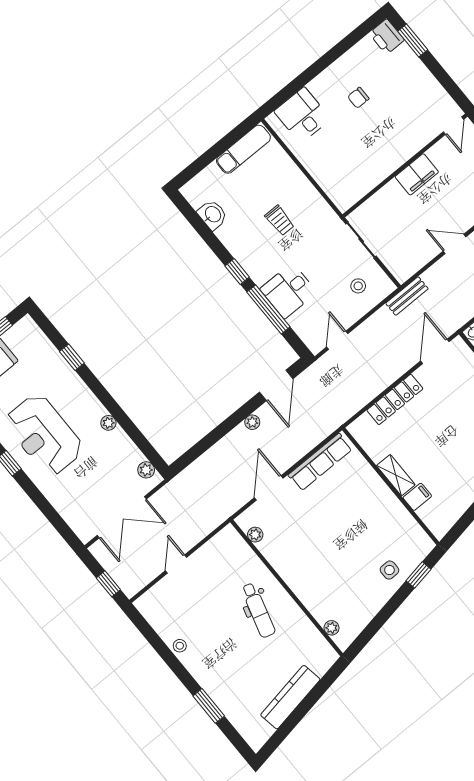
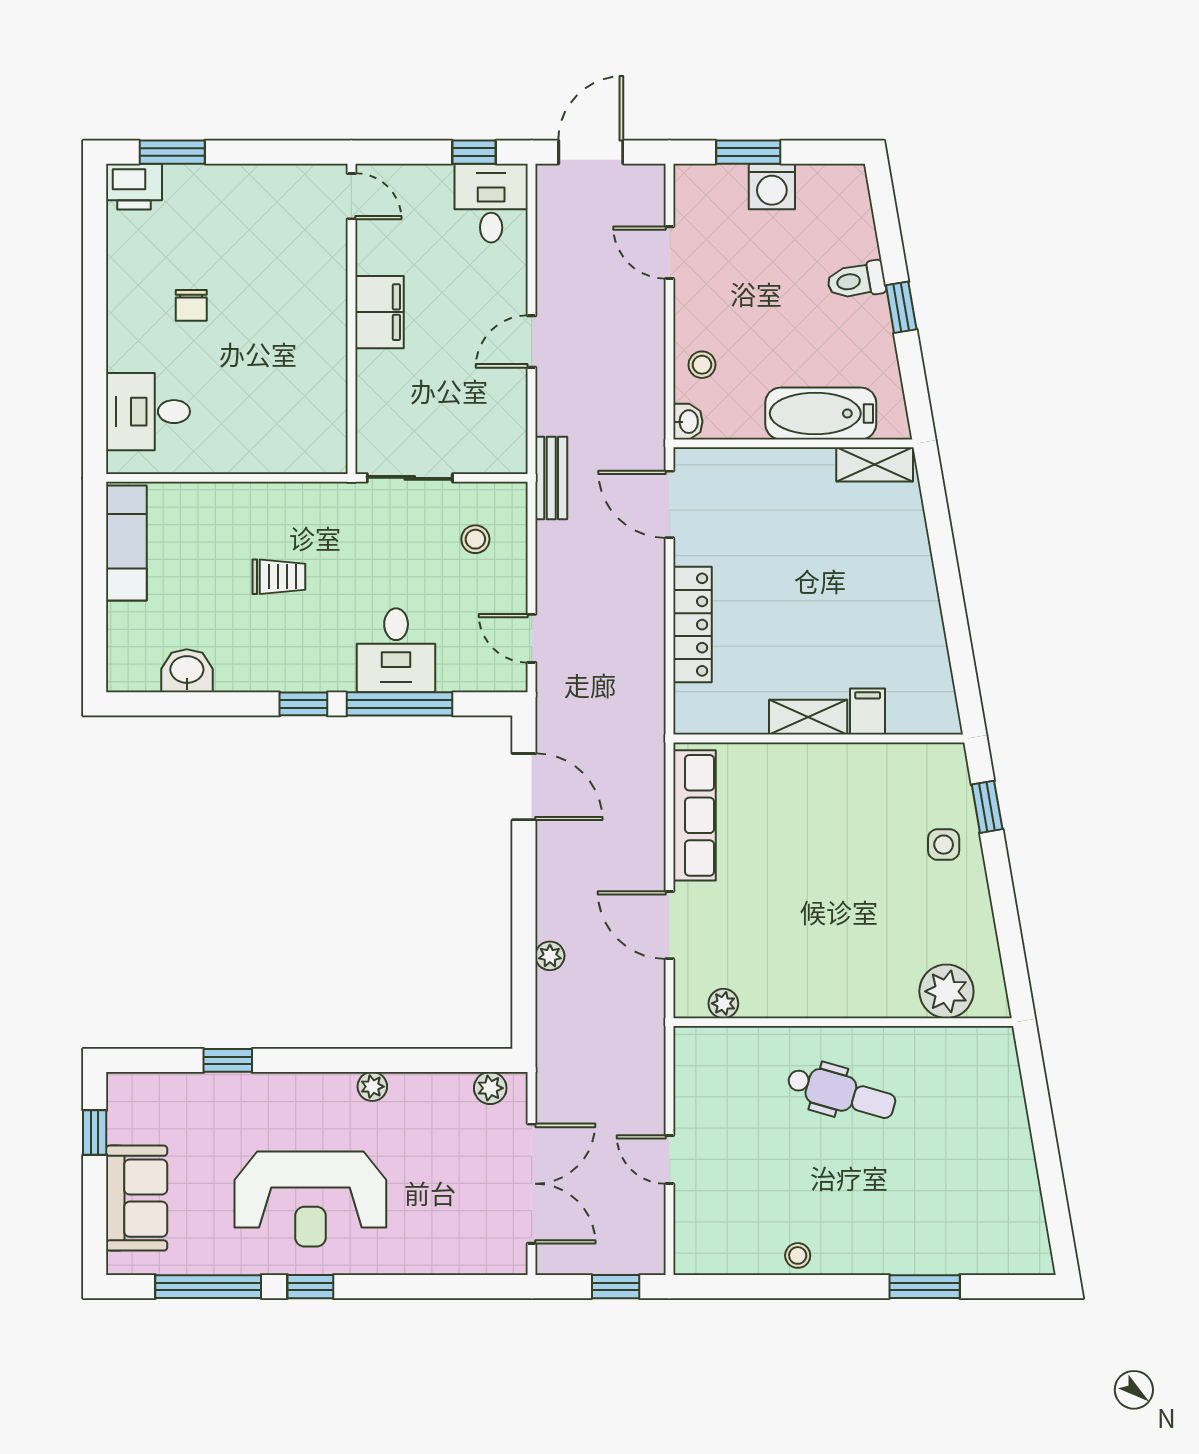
plant: (252, 422) -> (550, 956), moved
plant: (332, 628) -> (946, 991), width x1.88, depth x1.88
kitchen counter: (290, 697) -> (1013, 1152), removed

